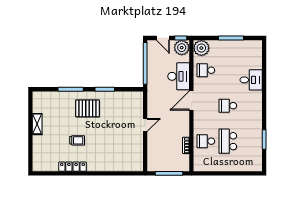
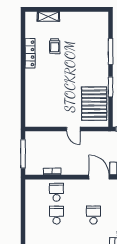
pallet: (87, 108) -> (94, 104), moved, width x1.37, depth x1.41
shelving: (37, 124) -> (48, 16), moved
trolley: (77, 140) -> (55, 46), moved
school desk: (228, 141) -> (57, 215), width x0.54

